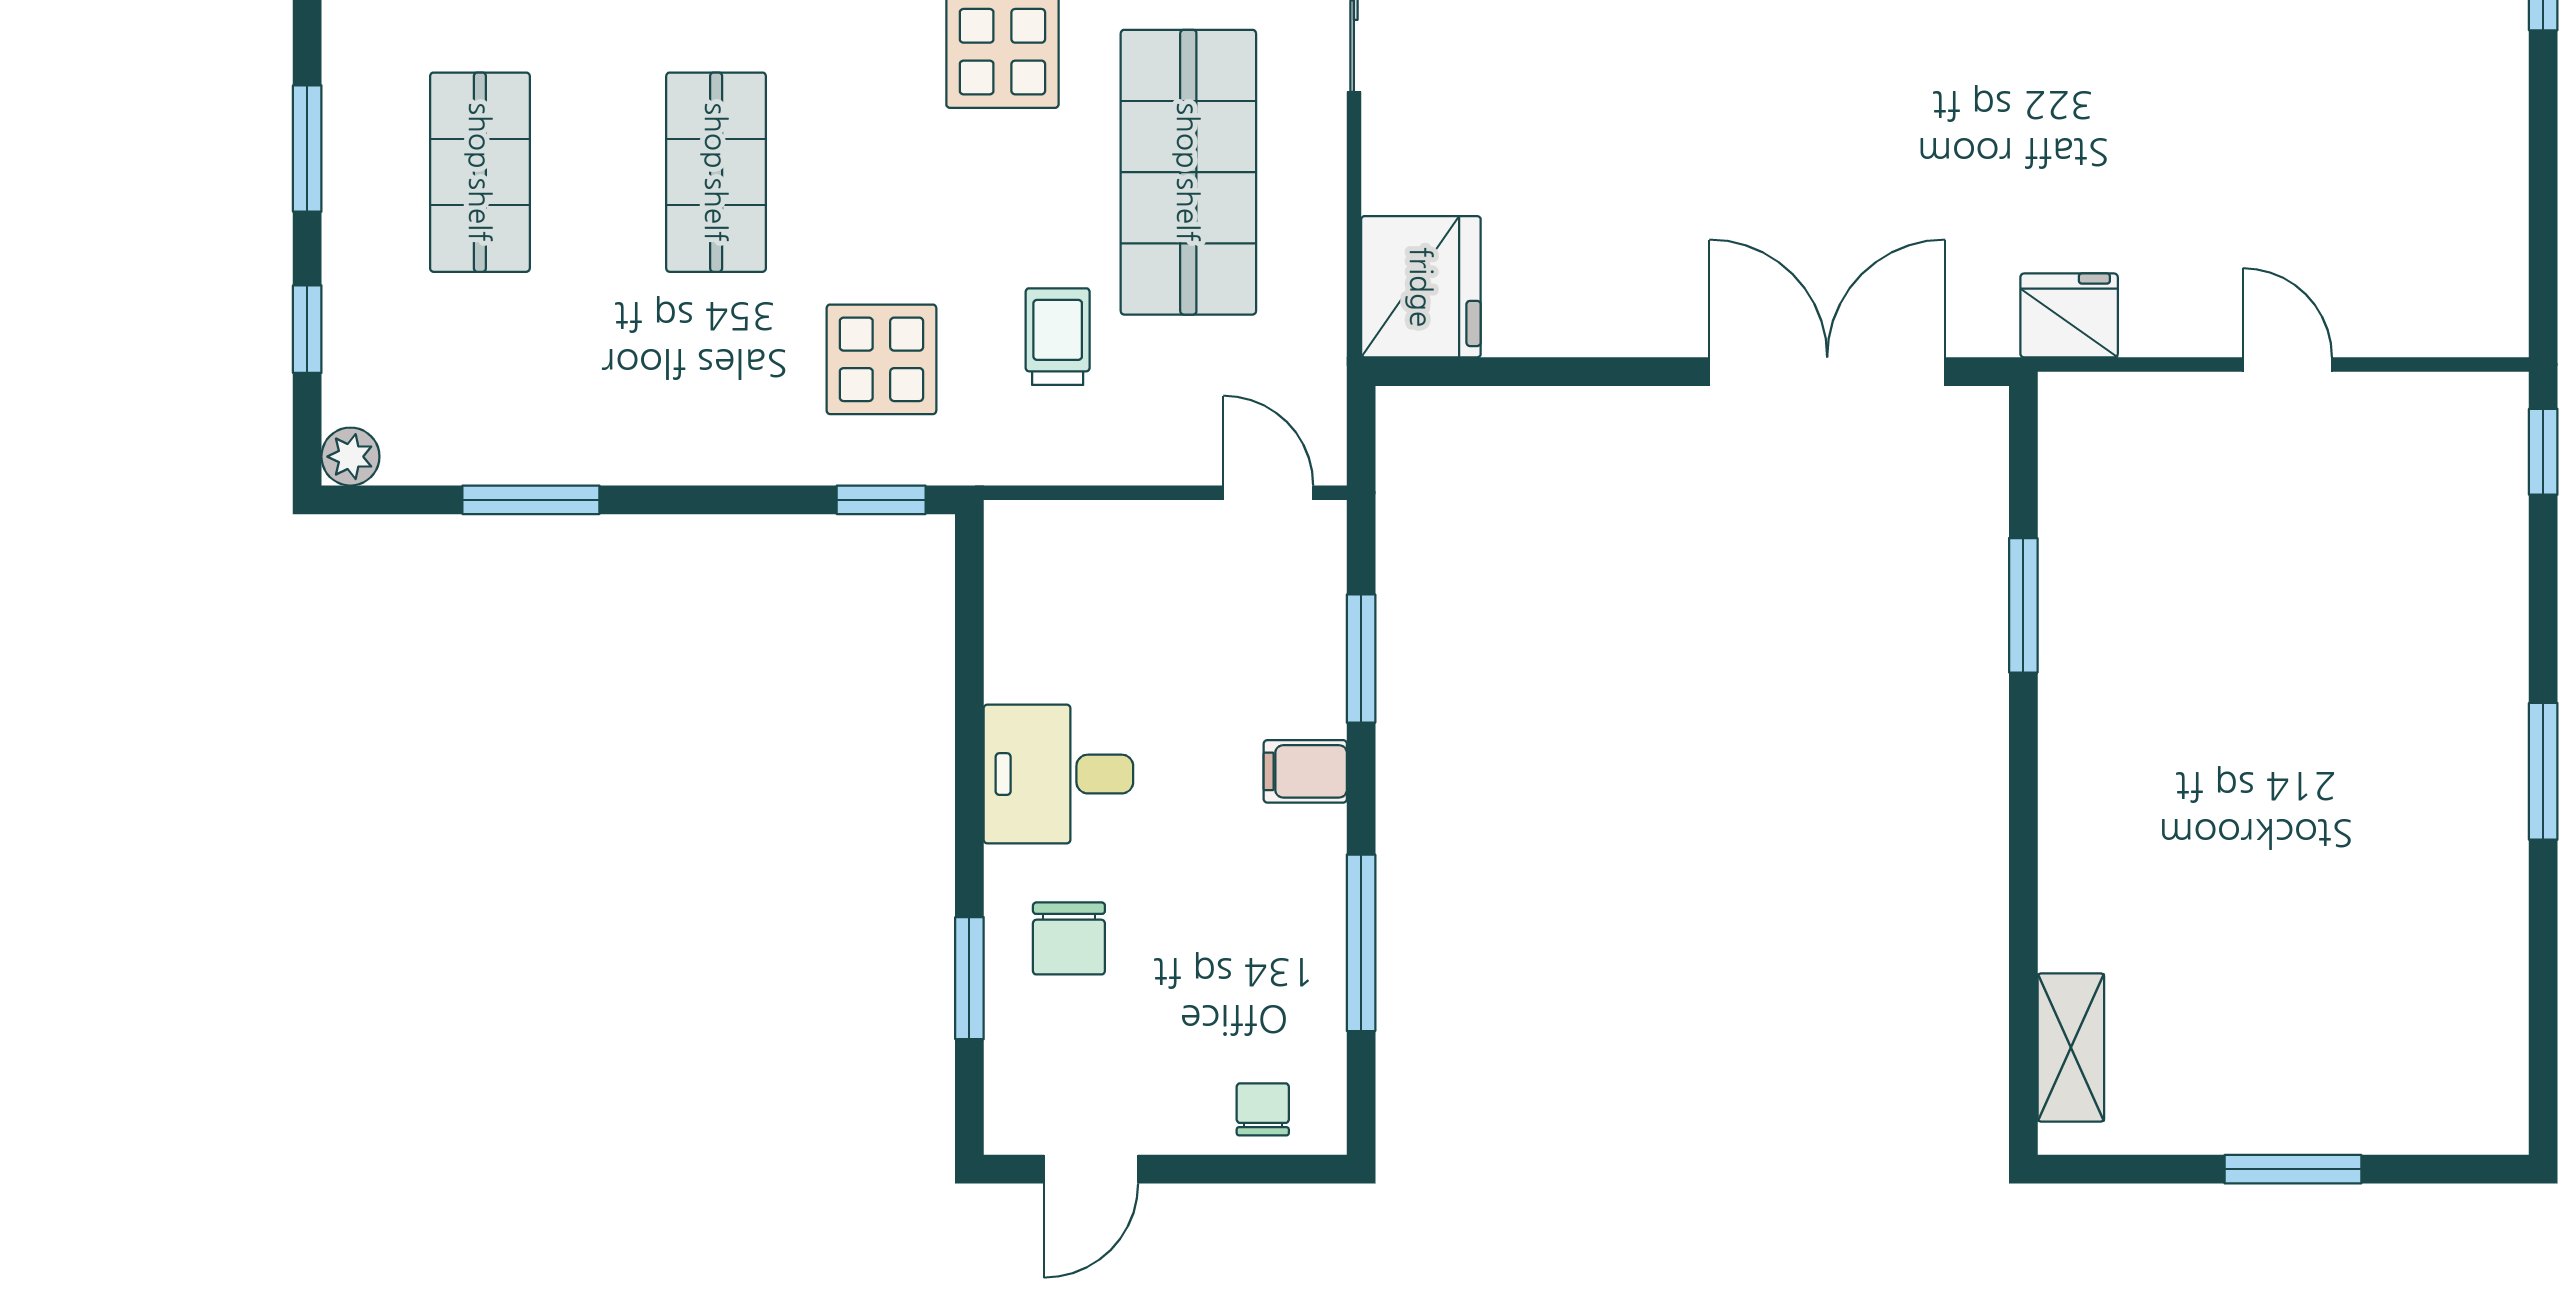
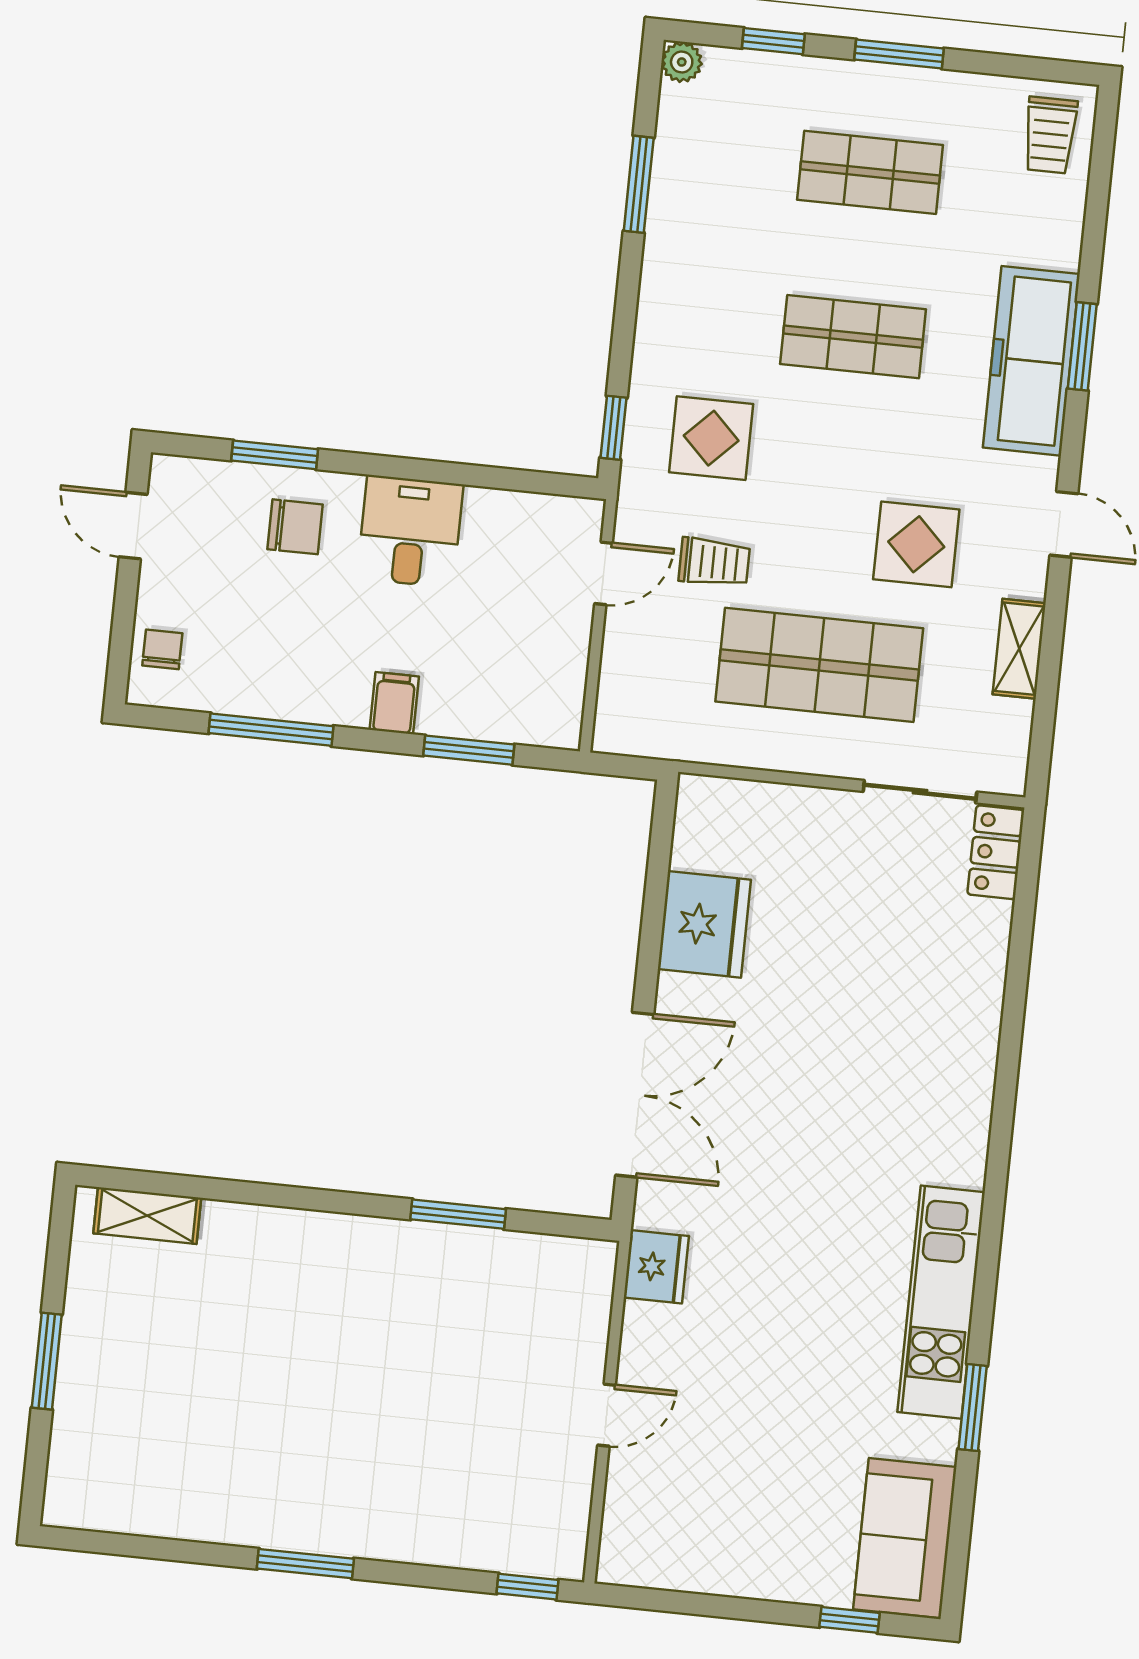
fridge: (1421, 287) -> (704, 924), moved, turned -90
door: (1268, 493) -> (603, 573), moved
chair: (1069, 938) -> (295, 527), turned 180
chair: (1263, 1109) -> (162, 649), turned -90

